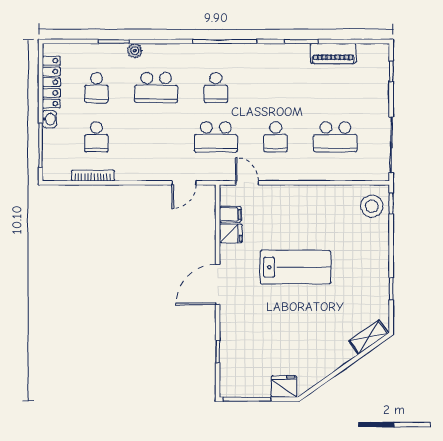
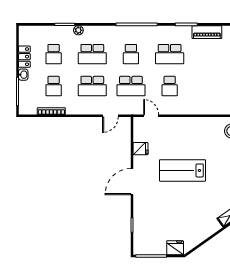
locker: (51, 82) -> (24, 57), width x0.66
school desk: (156, 137) -> (92, 86), added
school desk: (335, 137) -> (170, 54), moved
filing cabinet: (230, 214) -> (140, 136), removed
lab bench: (296, 267) -> (183, 170), turned 180

